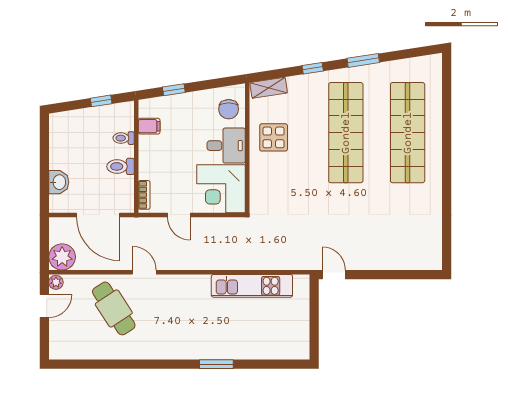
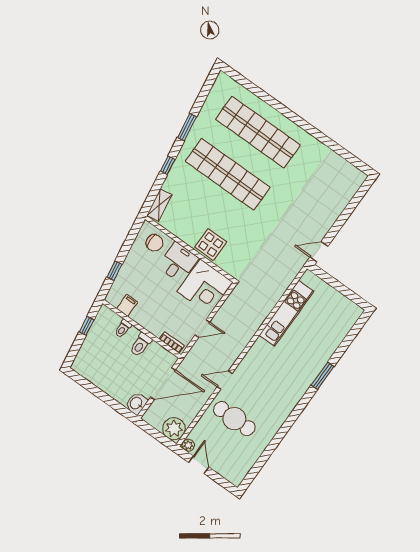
display table: (274, 137) -> (211, 245), moved
washbasin: (59, 182) -> (136, 403), moved, turned -90
cafe table: (114, 308) -> (234, 419), turned 33

